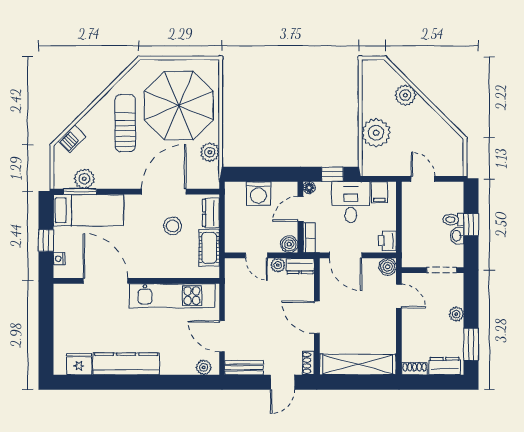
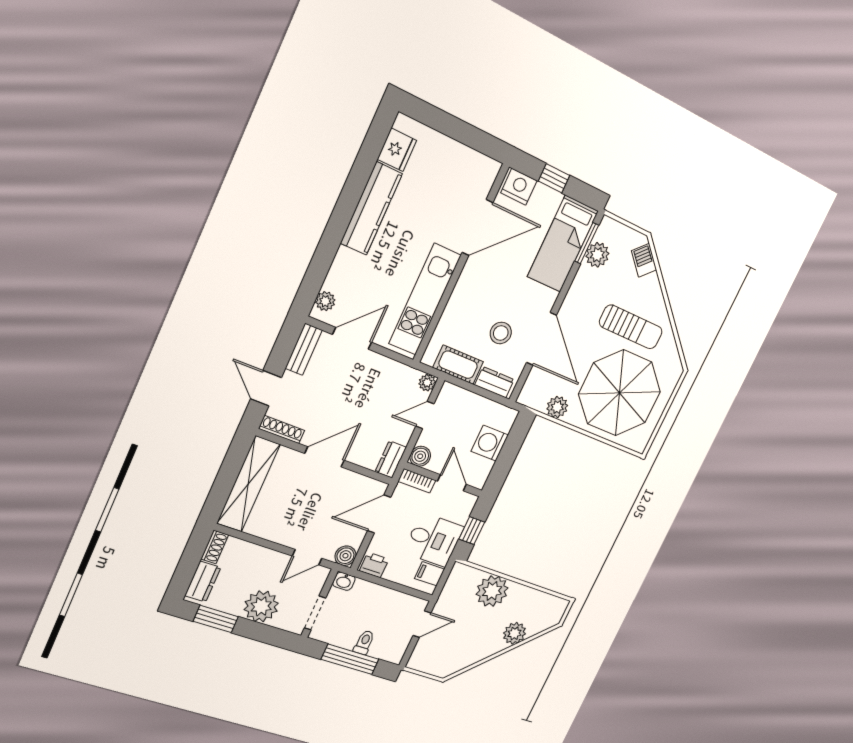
floor lamp: (309, 188) -> (470, 501), removed
window: (471, 225) -> (350, 659), width x2.17
washbasin: (457, 236) -> (344, 581), moved, turned 180
nightstand: (59, 259) -> (519, 187), width x1.89, depth x1.79
plant: (278, 265) -> (427, 383), moved
plant: (456, 314) -> (261, 606), width x1.88, depth x1.88
shoe rack: (308, 363) -> (282, 430), width x1.43

